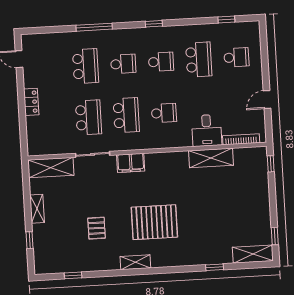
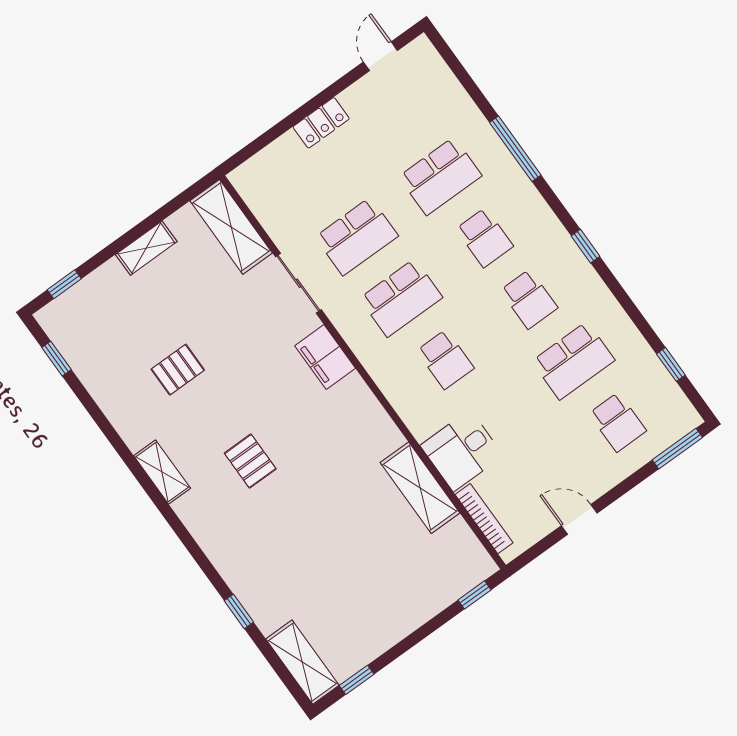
window: (263, 39) -> (677, 449), added
pallet: (154, 222) -> (250, 461), width x0.49, depth x0.50
window: (30, 240) -> (64, 284), moved
window: (73, 275) -> (56, 359), moved

